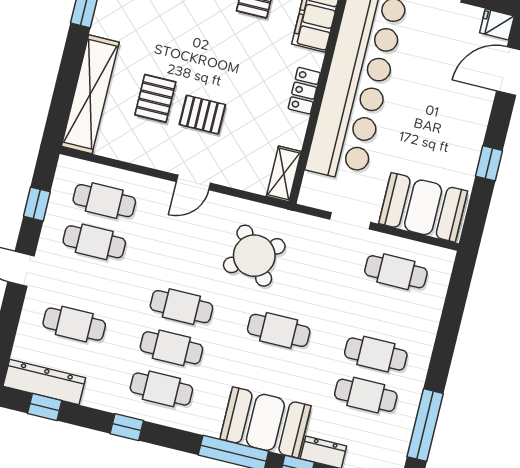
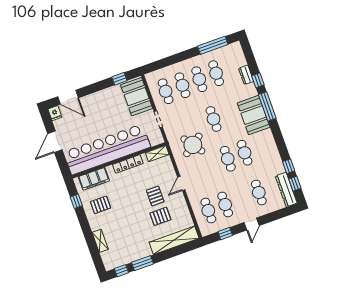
locker: (304, 91) -> (128, 164), width x1.53
window: (489, 163) -> (119, 79), moved
door: (193, 182) -> (181, 183), swing flipped
cafe table: (161, 389) -> (182, 85), moved
booth: (265, 422) -> (254, 115), moved
window: (127, 427) -> (289, 166), moved

